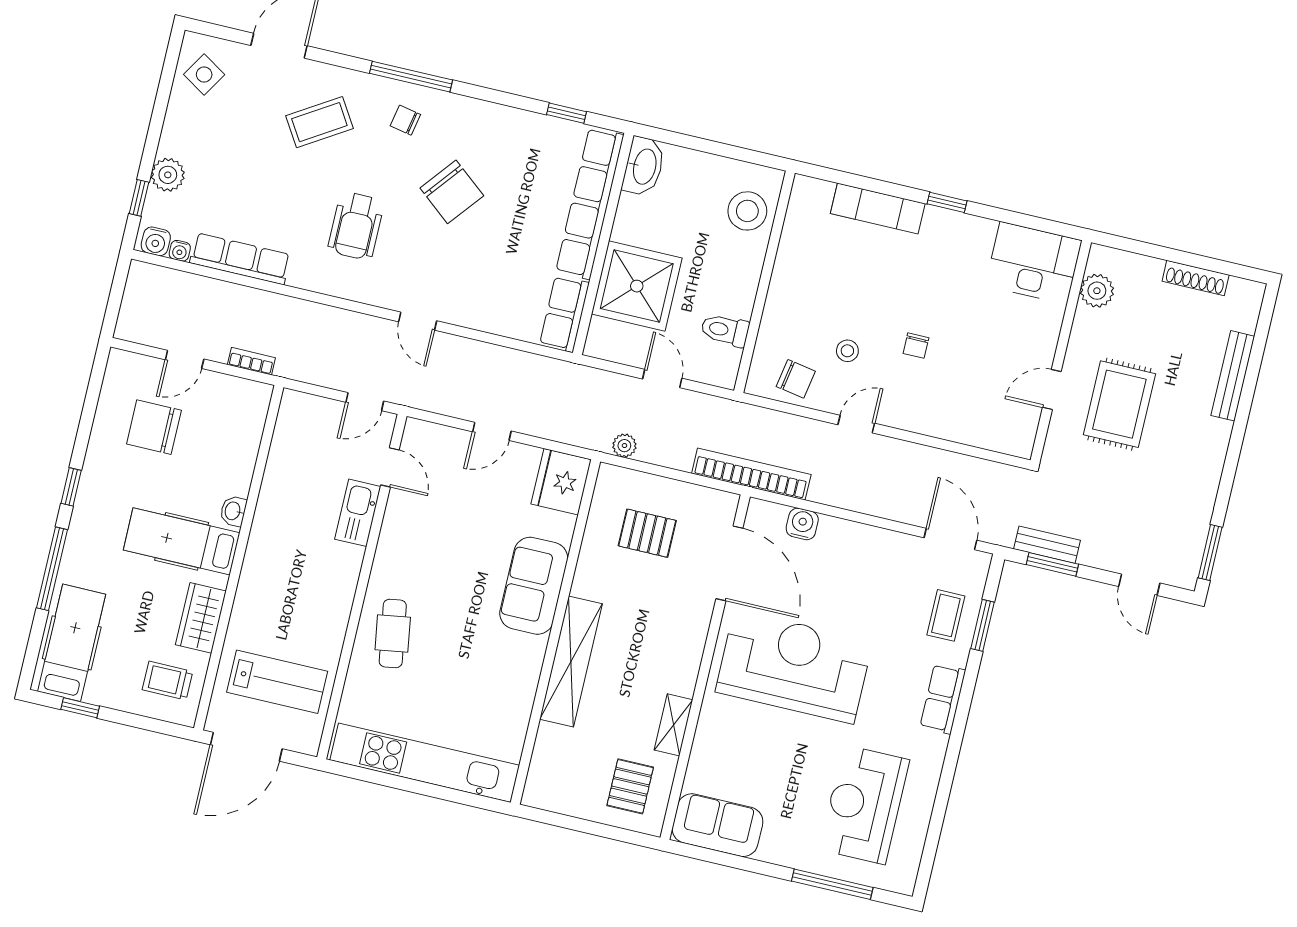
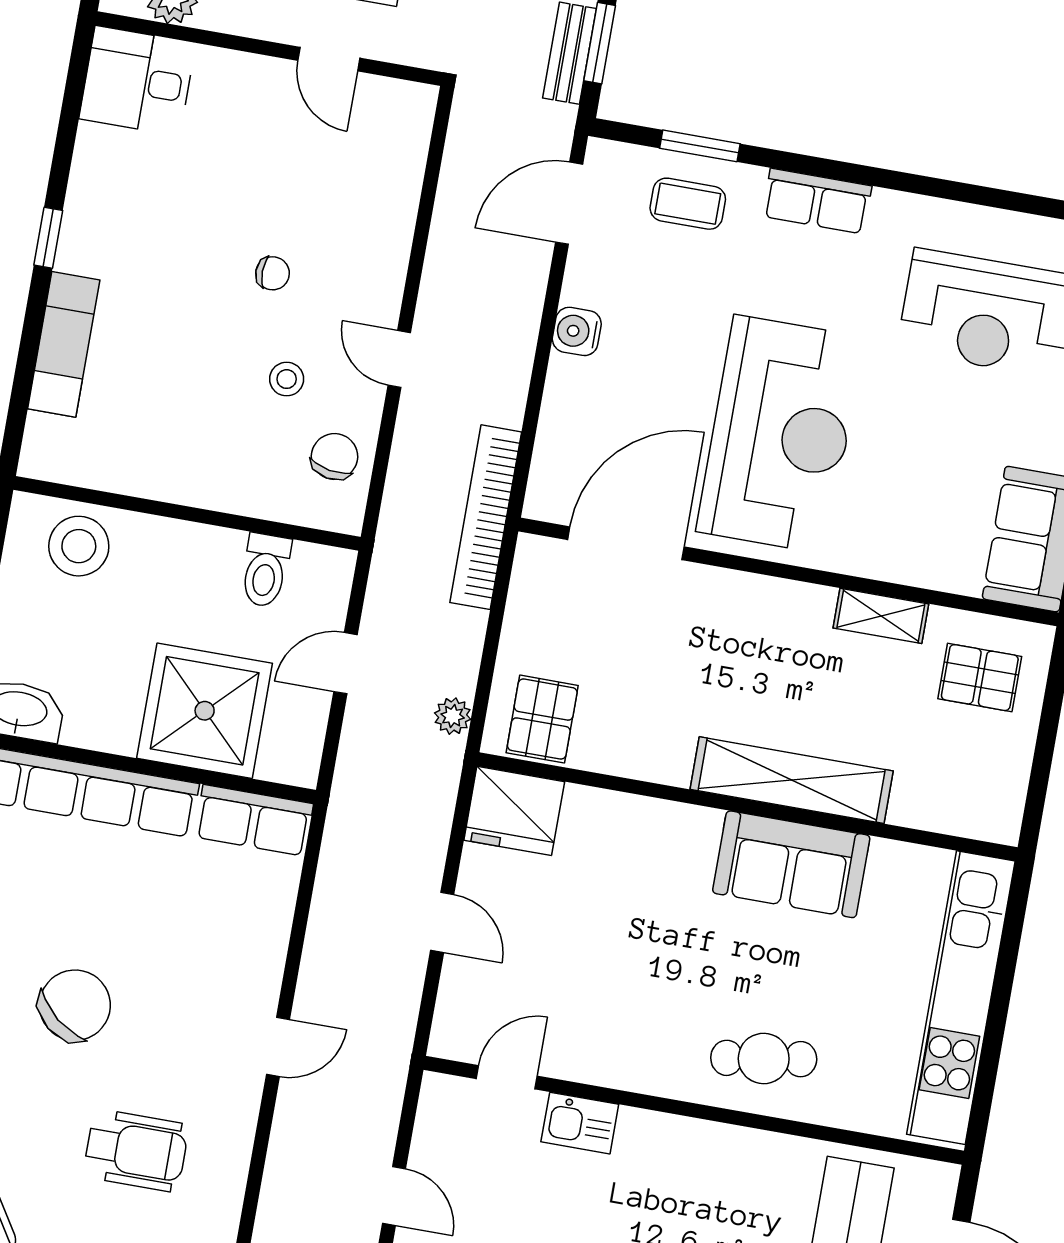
desk: (1034, 263) -> (138, 81), width x0.73
door: (365, 402) -> (394, 1196), moved
kitchen sink: (358, 513) -> (580, 1123), width x0.73
water cooler: (802, 524) -> (577, 331), moved
pallet: (647, 533) -> (542, 719), moved
sofa: (534, 586) -> (791, 864), moved
reception desk: (794, 667) -> (780, 434), turned 180

